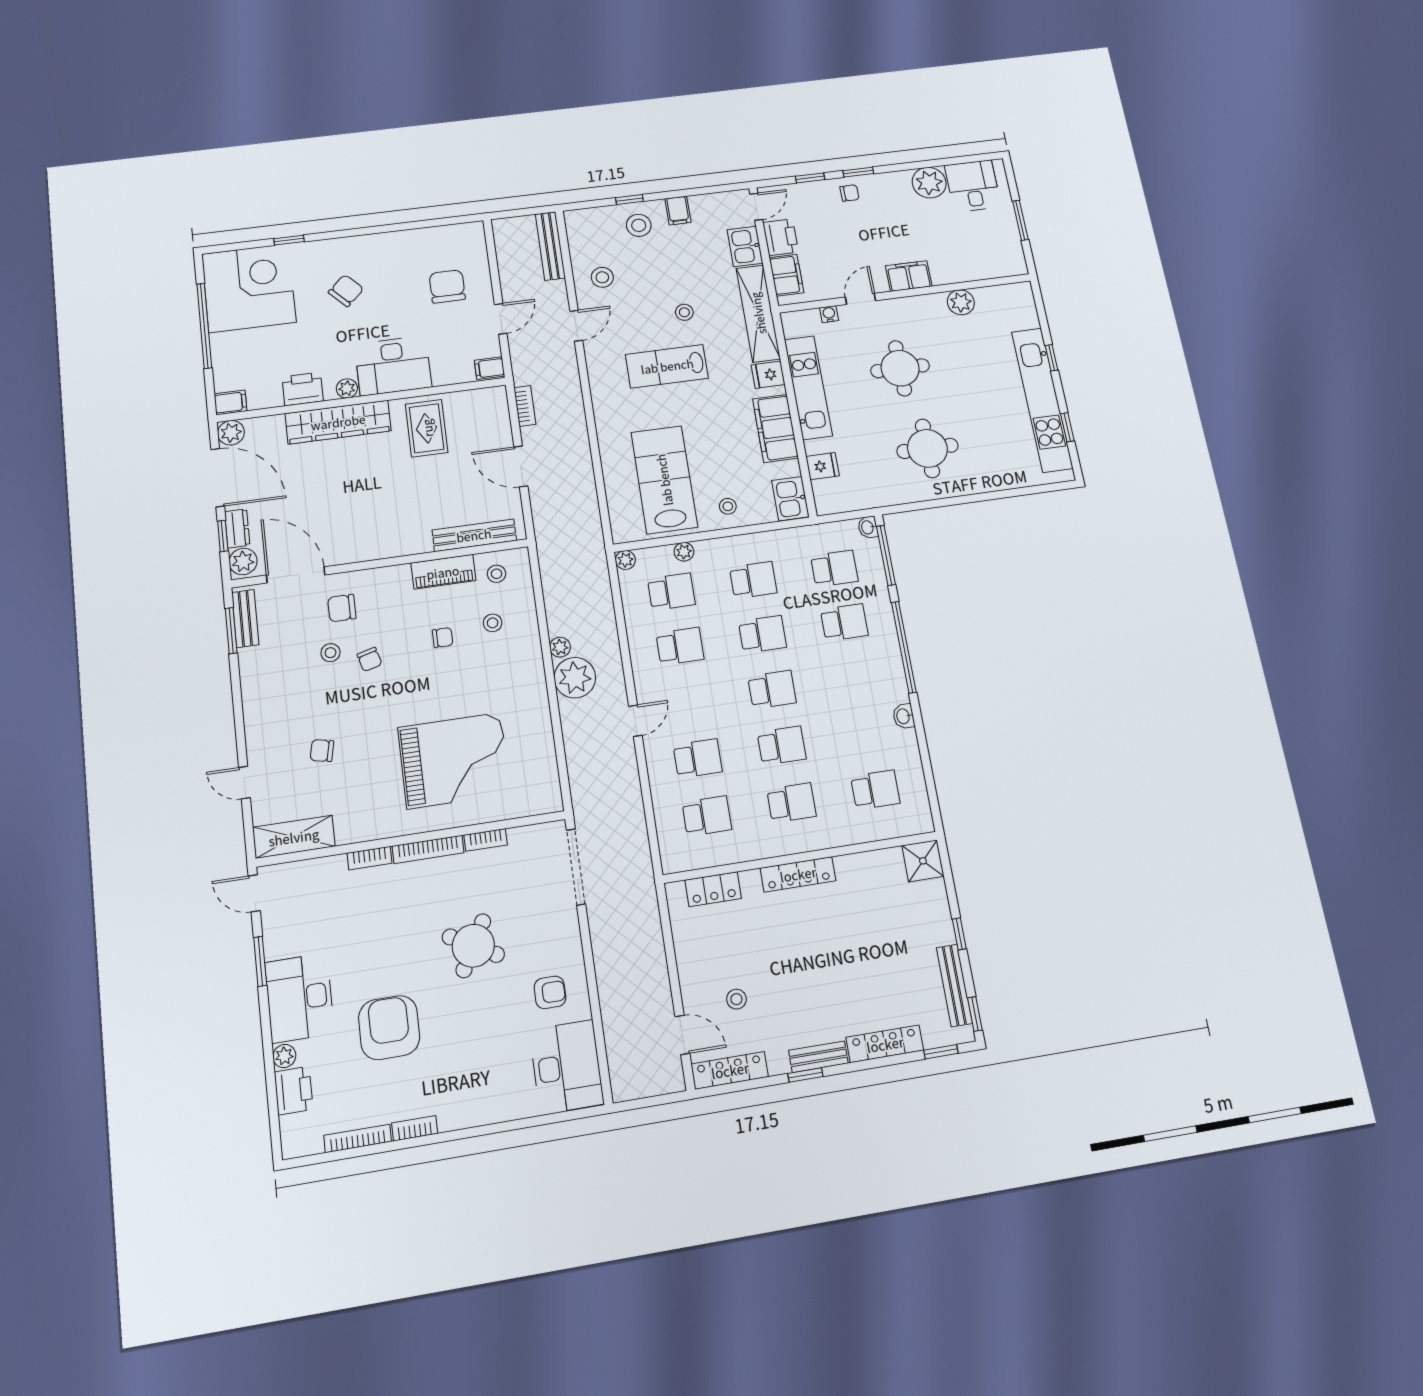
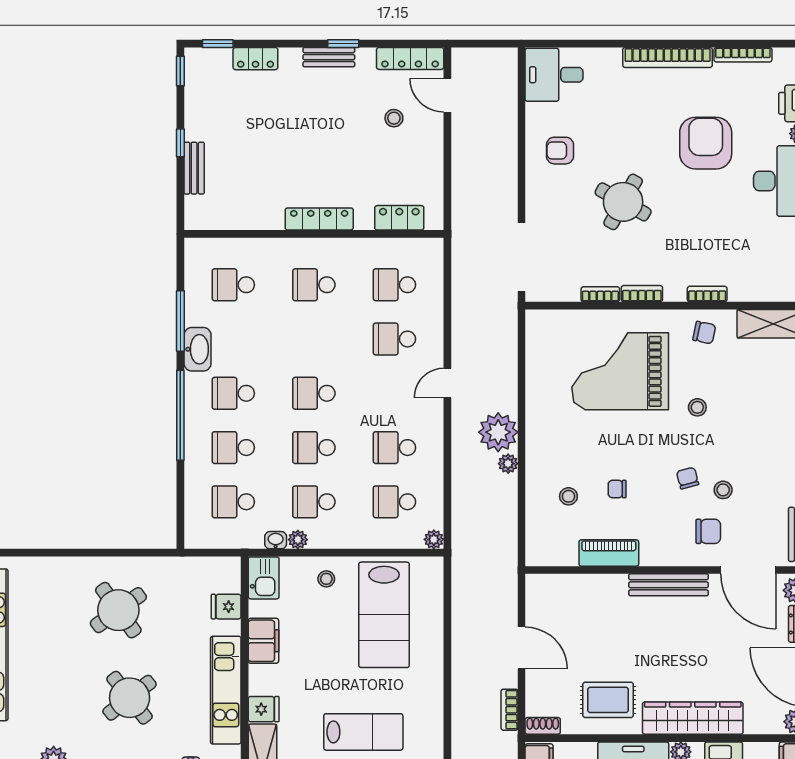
round table: (900, 368) -> (130, 698), turned -38
shoe rack: (489, 395) -> (543, 726), added
rug: (427, 428) -> (608, 700), turned 90
filing cabinet: (775, 428) -> (263, 641), width x0.67, depth x0.86
round table: (927, 448) -> (118, 610), turned -36
washbasin: (868, 527) -> (276, 540), moved, turned -90
bench: (474, 535) -> (669, 585), moved
plant: (684, 552) -> (298, 540), moved
window: (886, 555) -> (180, 321), moved
stool: (496, 574) -> (697, 407), moved
washbasin: (904, 716) -> (198, 349), width x1.91, depth x1.45
school desk: (782, 746) -> (233, 393), moved
chair: (322, 751) -> (704, 333), moved
bookcase: (428, 849) -> (642, 294), width x0.64
shower: (923, 861) -> (201, 213), removed
bench: (954, 985) -> (194, 168), moved, width x0.73
armchair: (389, 1028) -> (706, 143), turned 180
locker: (885, 1044) -> (255, 59), width x0.66
desk: (567, 1067) -> (554, 75), width x0.73
bookcase: (415, 1128) -> (668, 57), width x2.31, depth x1.31

